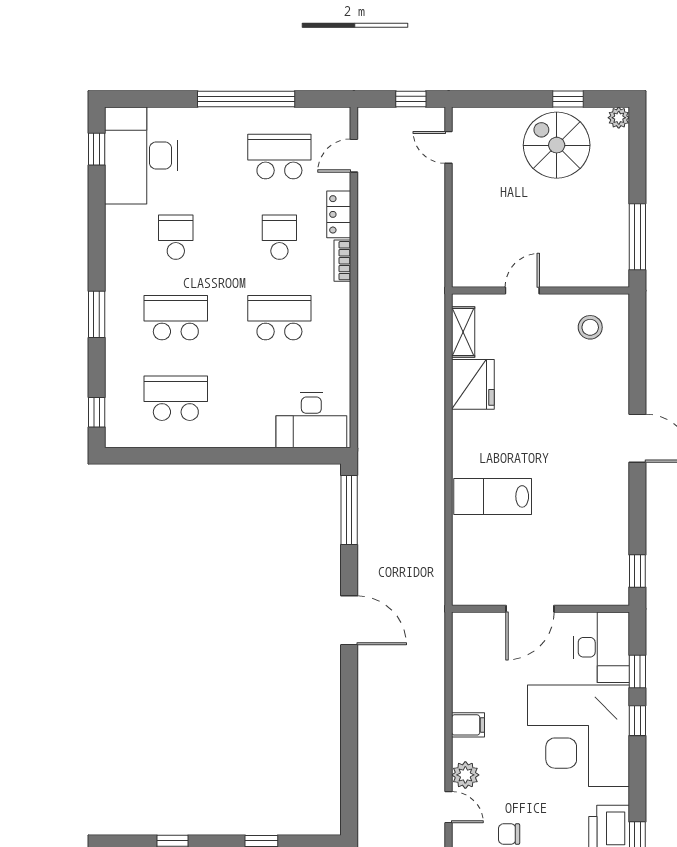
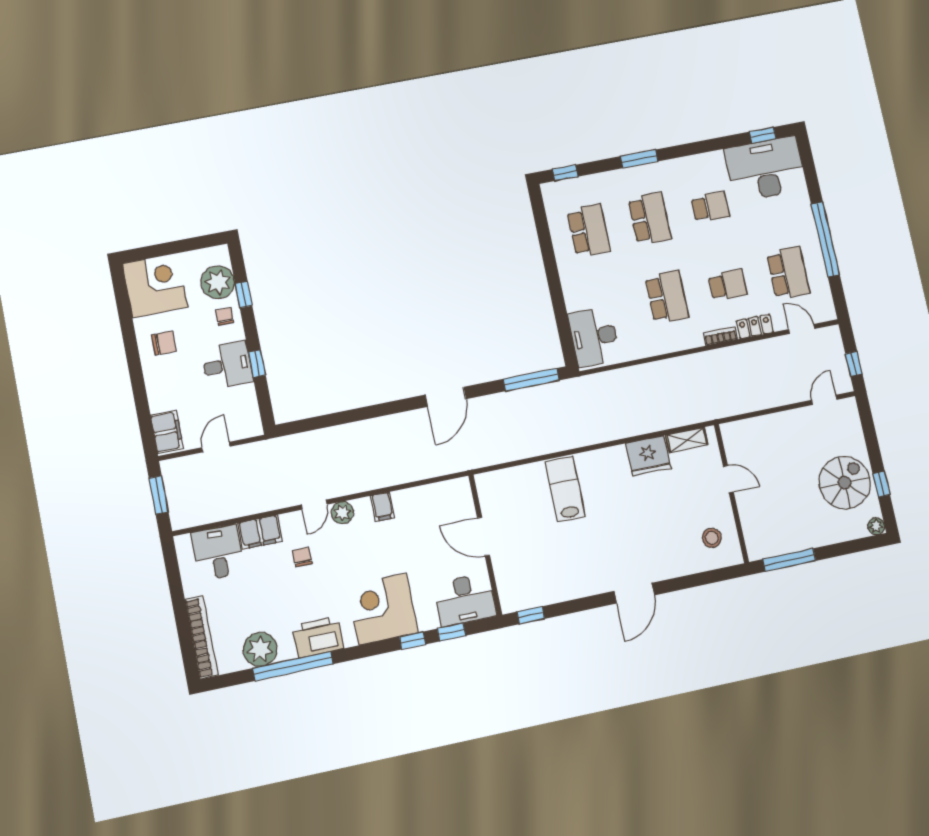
corner desk: (579, 736) -> (383, 609), width x0.74, depth x0.74

